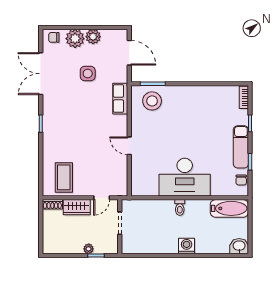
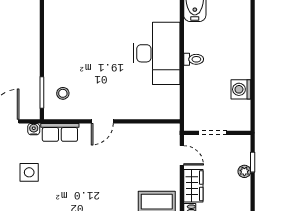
water cooler: (123, 77) -> (34, 129), added
stool: (152, 101) -> (63, 93), width x0.53, depth x0.53
door: (129, 146) -> (102, 121), moved
washing machine: (187, 246) -> (241, 89), moved

